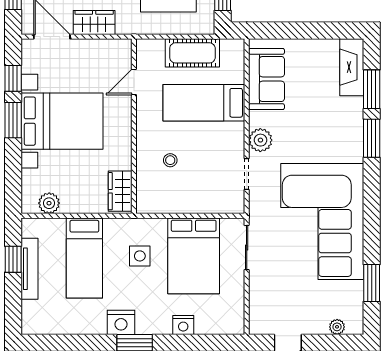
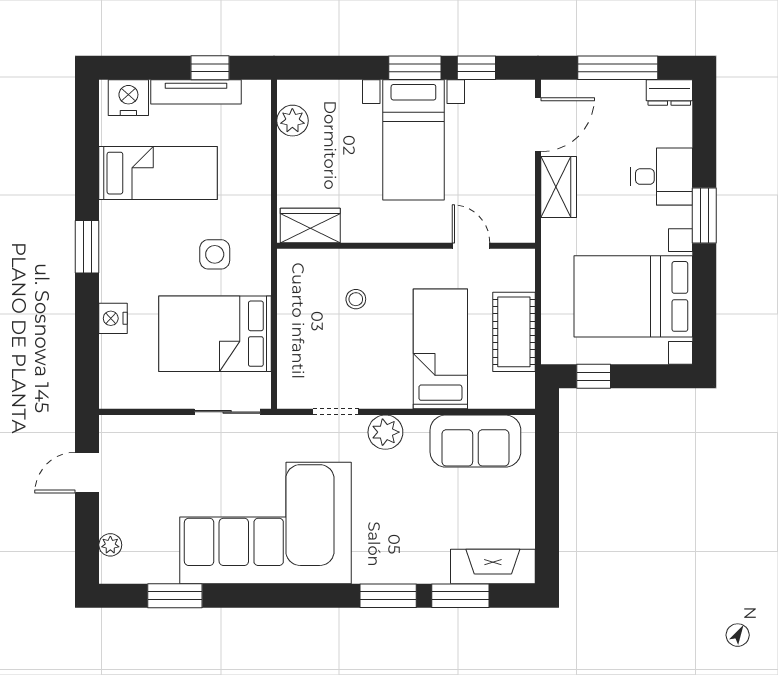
bed with nightstands: (62, 121) -> (413, 140), width x0.73
bed: (84, 258) -> (158, 173), moved, turned 180
nightstand: (121, 322) -> (128, 98), moved, turned 90

